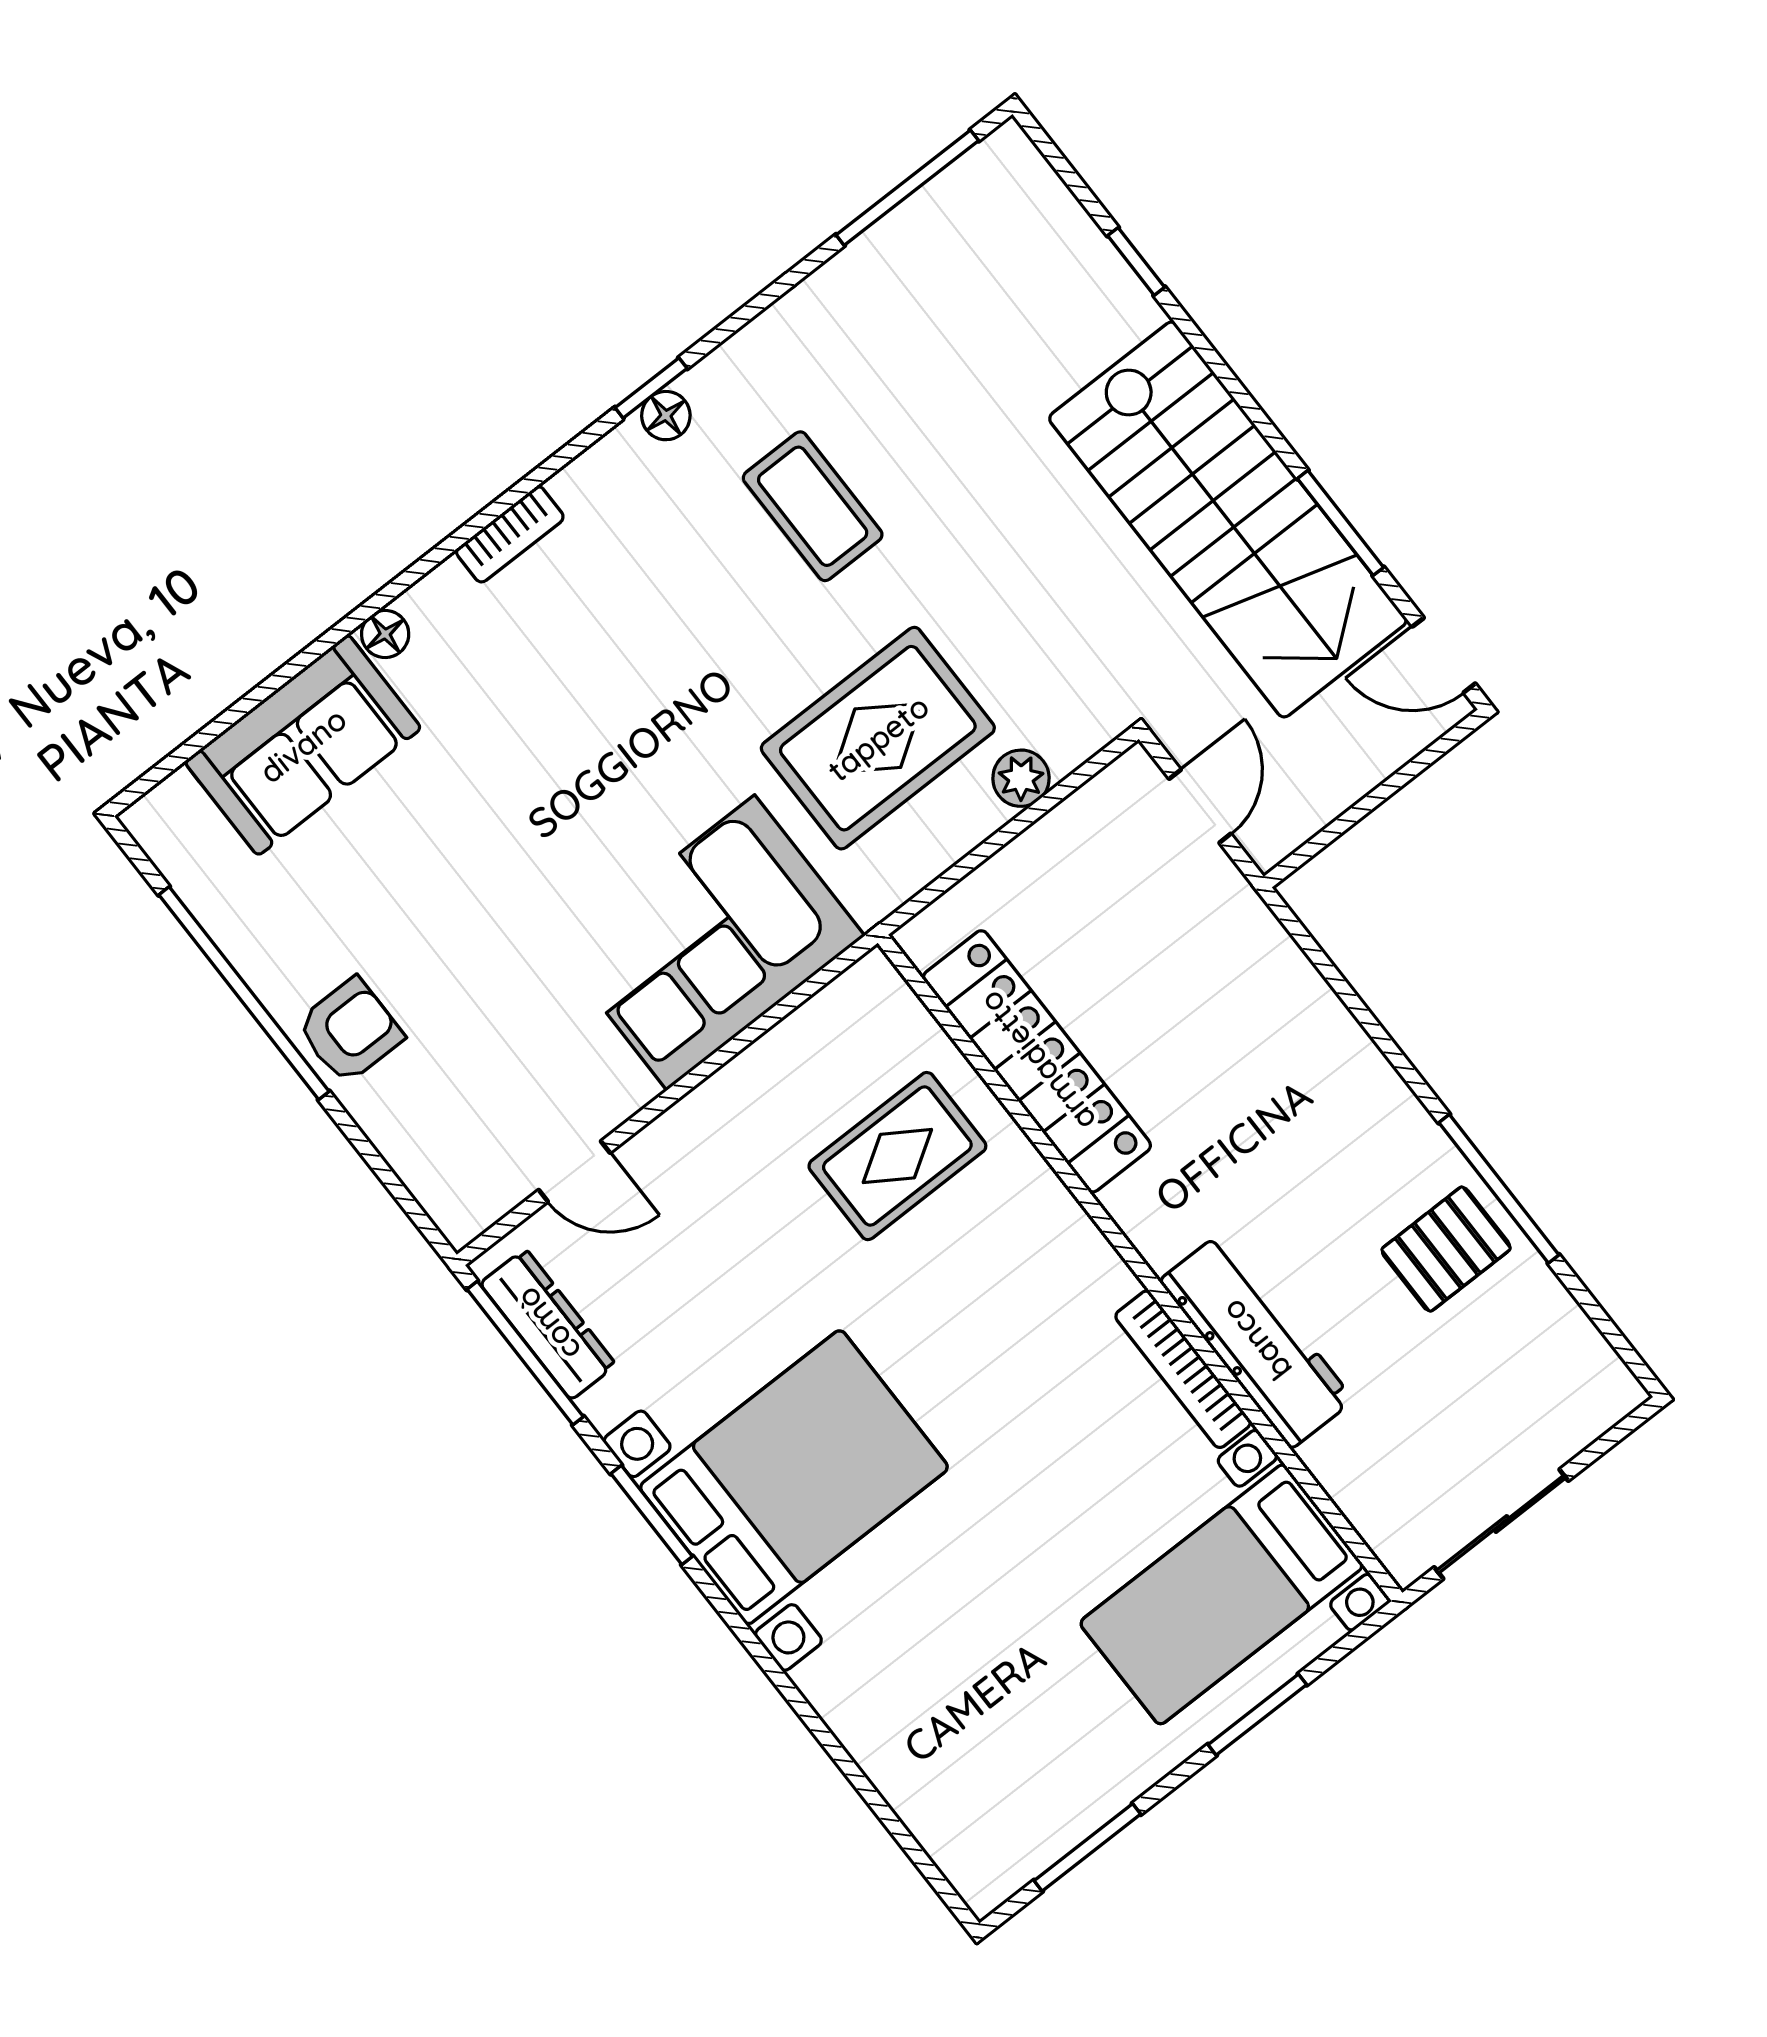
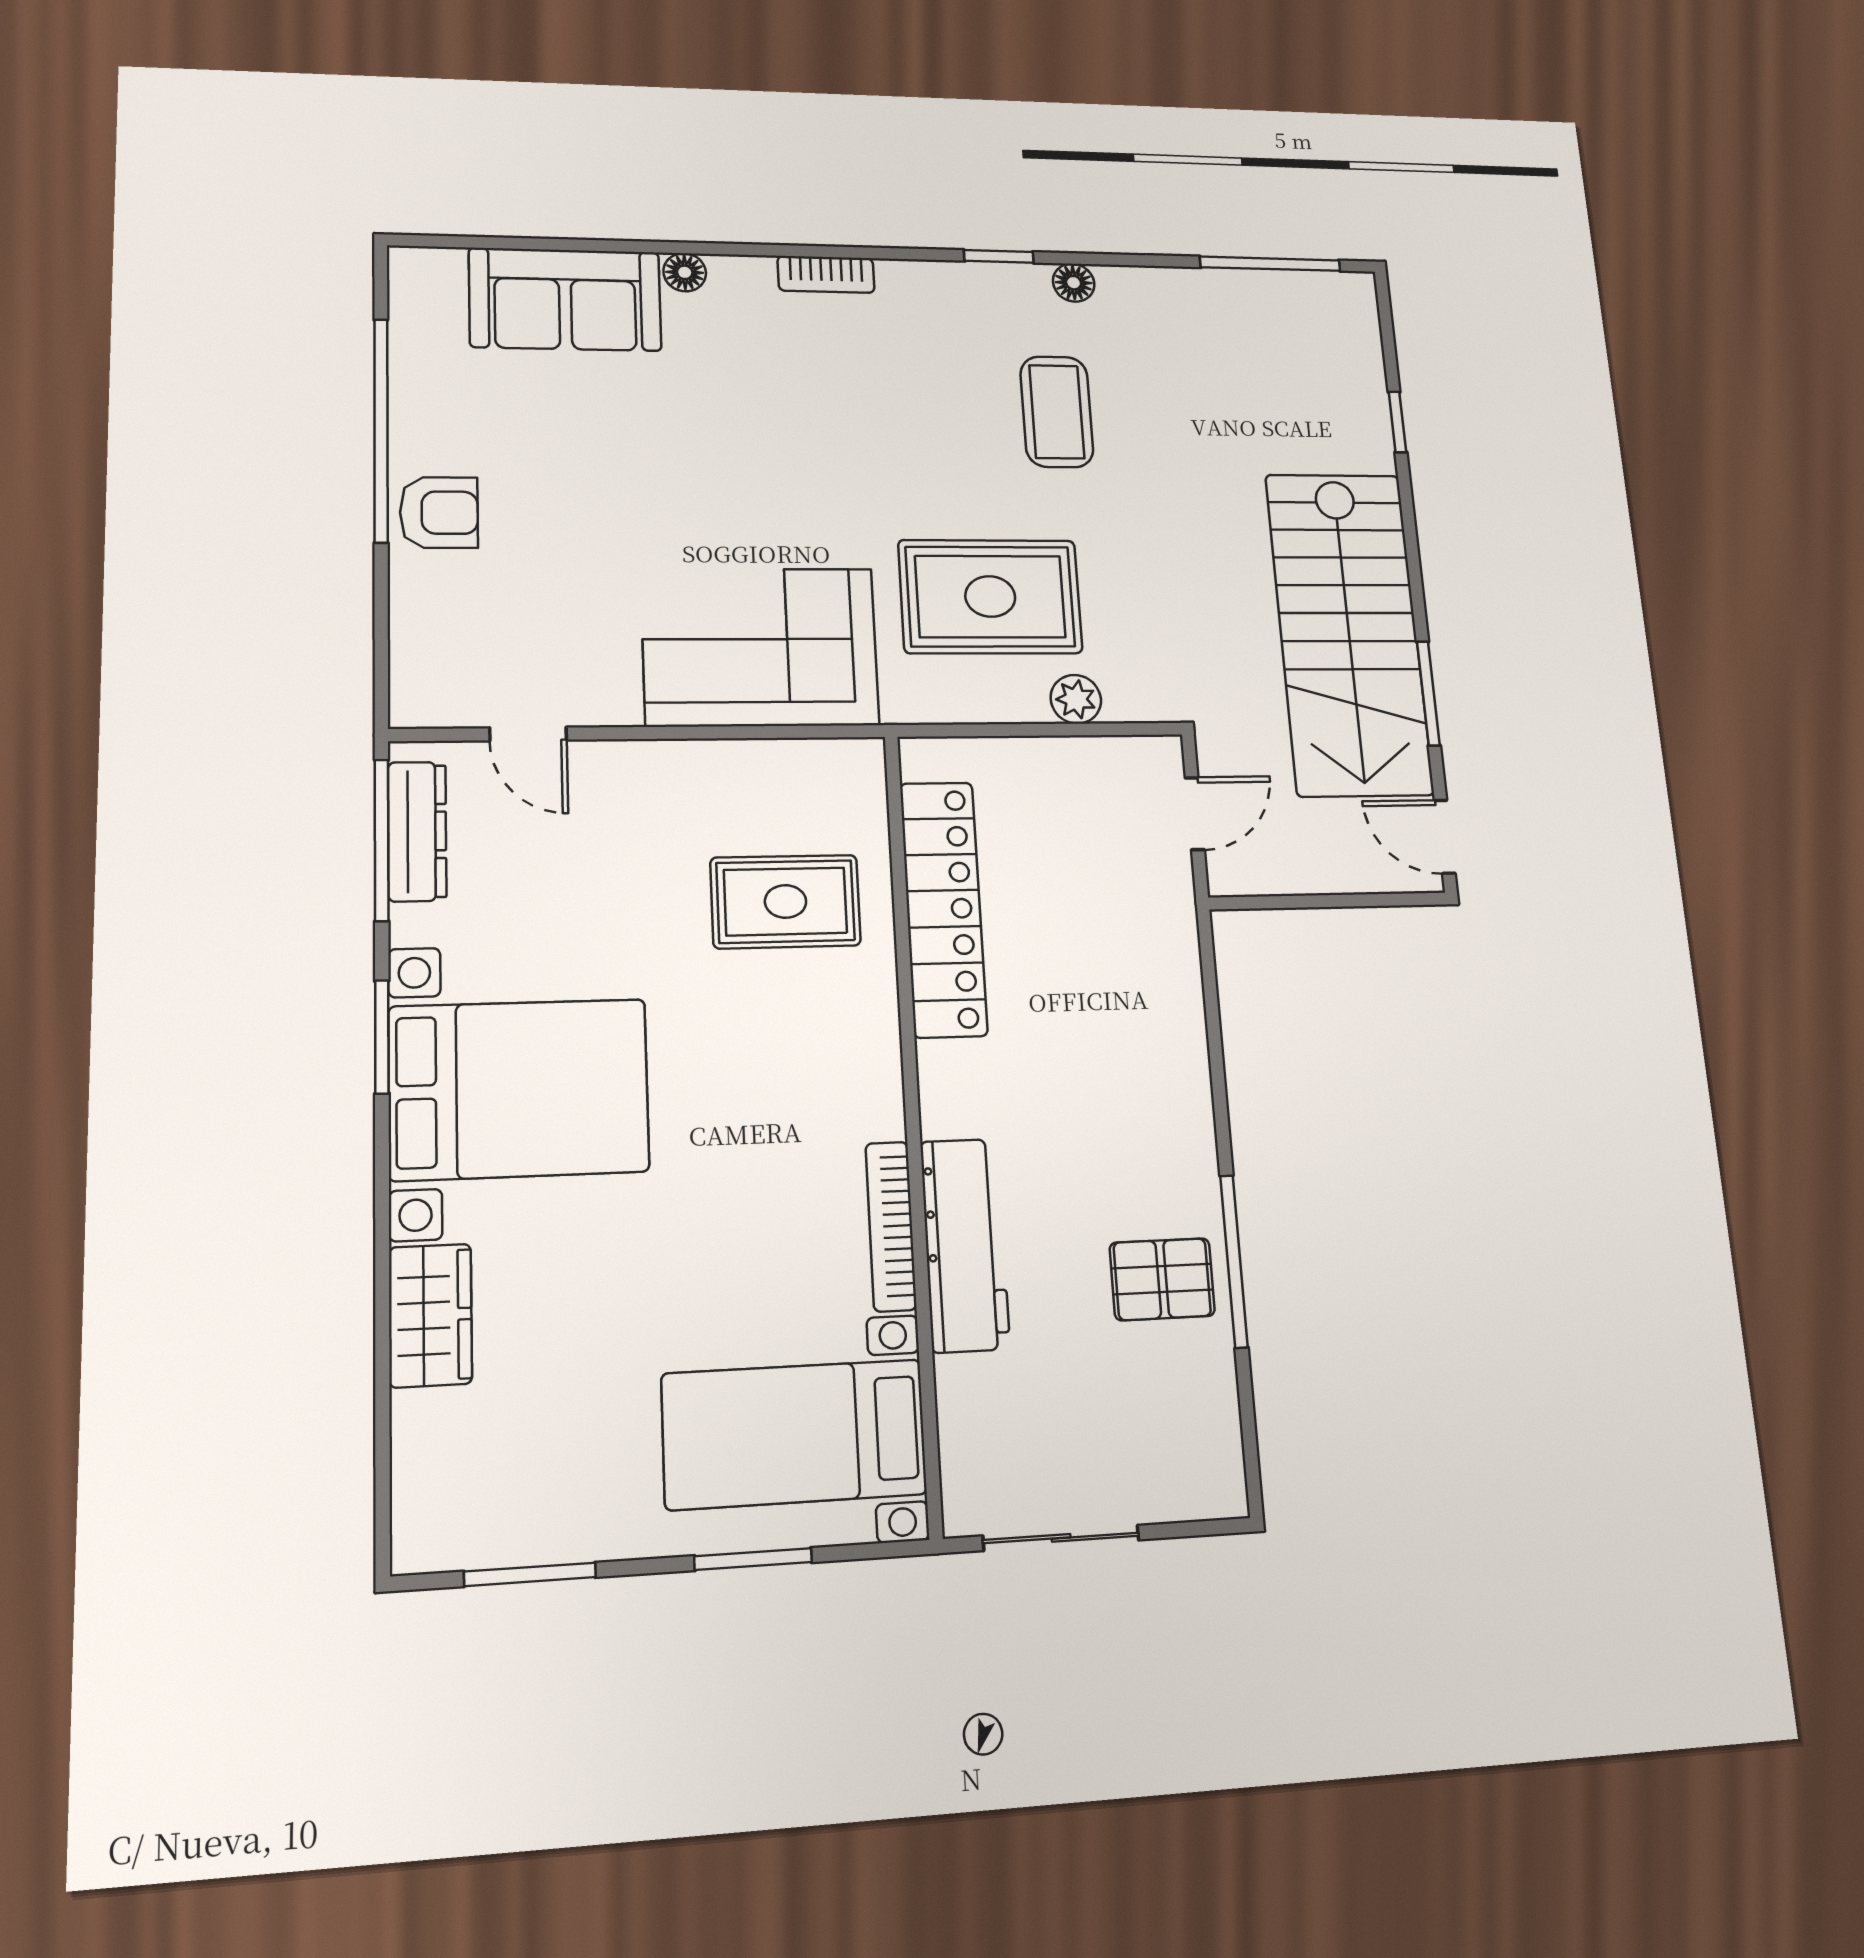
floor lamp: (666, 416) -> (1074, 283), moved
wardrobe: (860, 1707) -> (430, 1315), added

